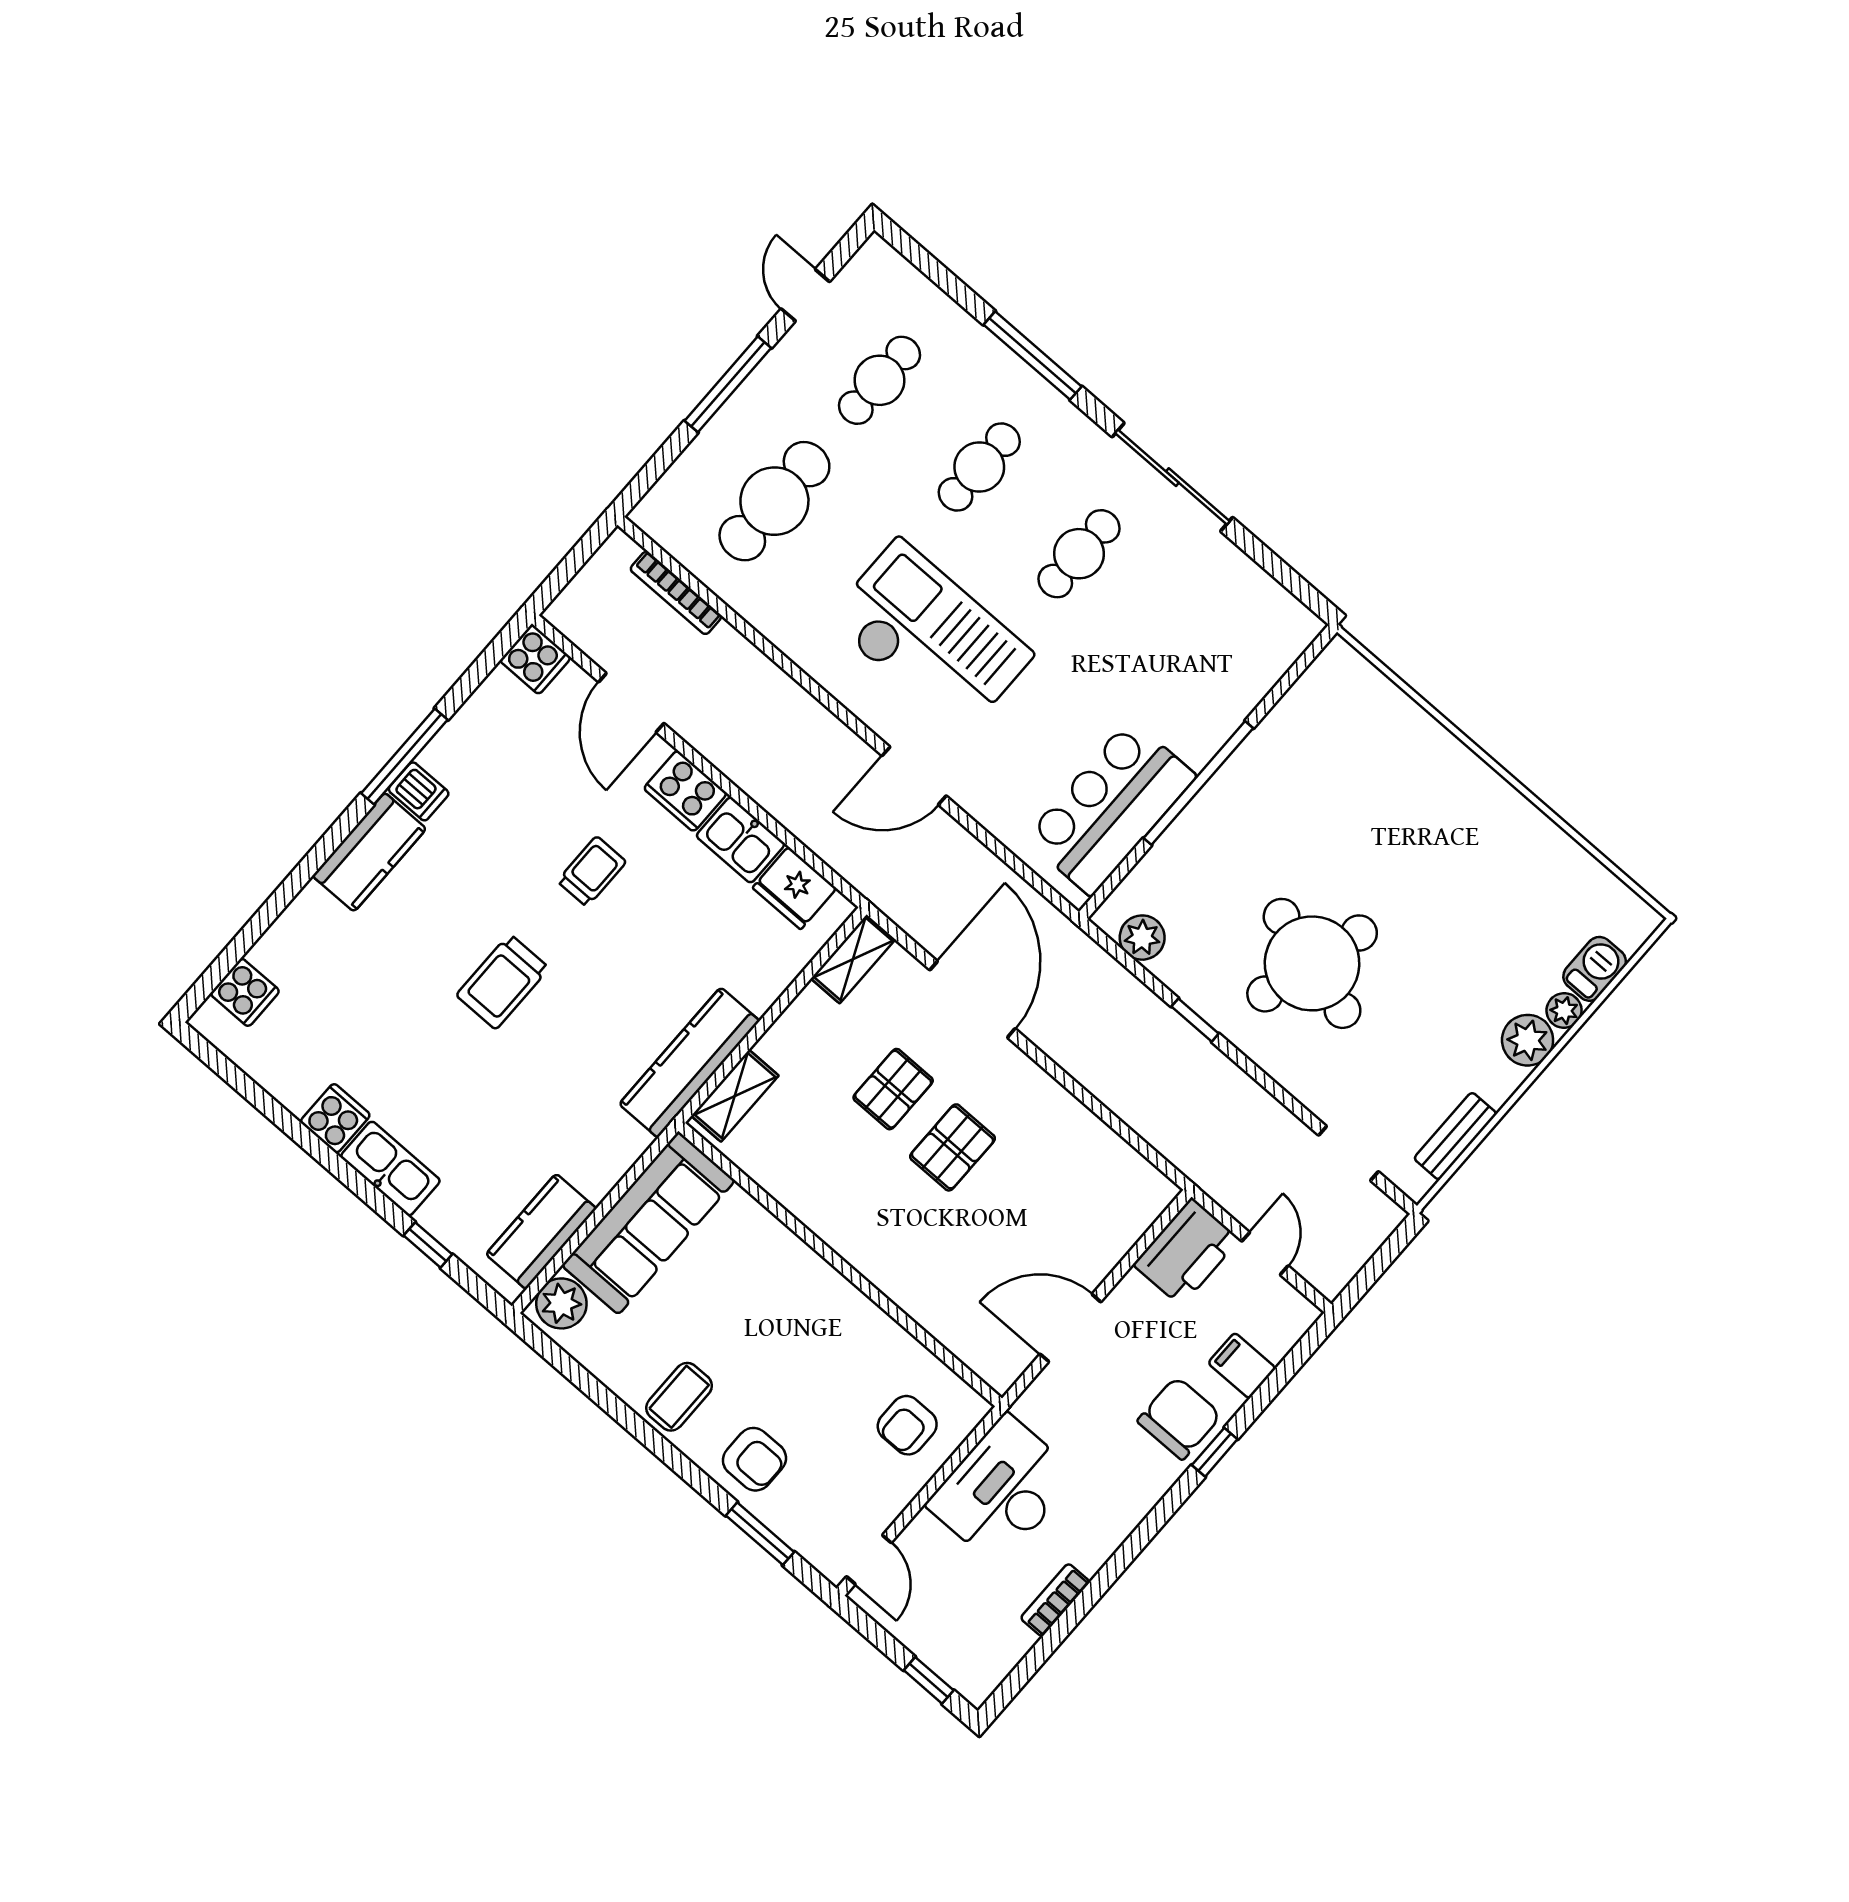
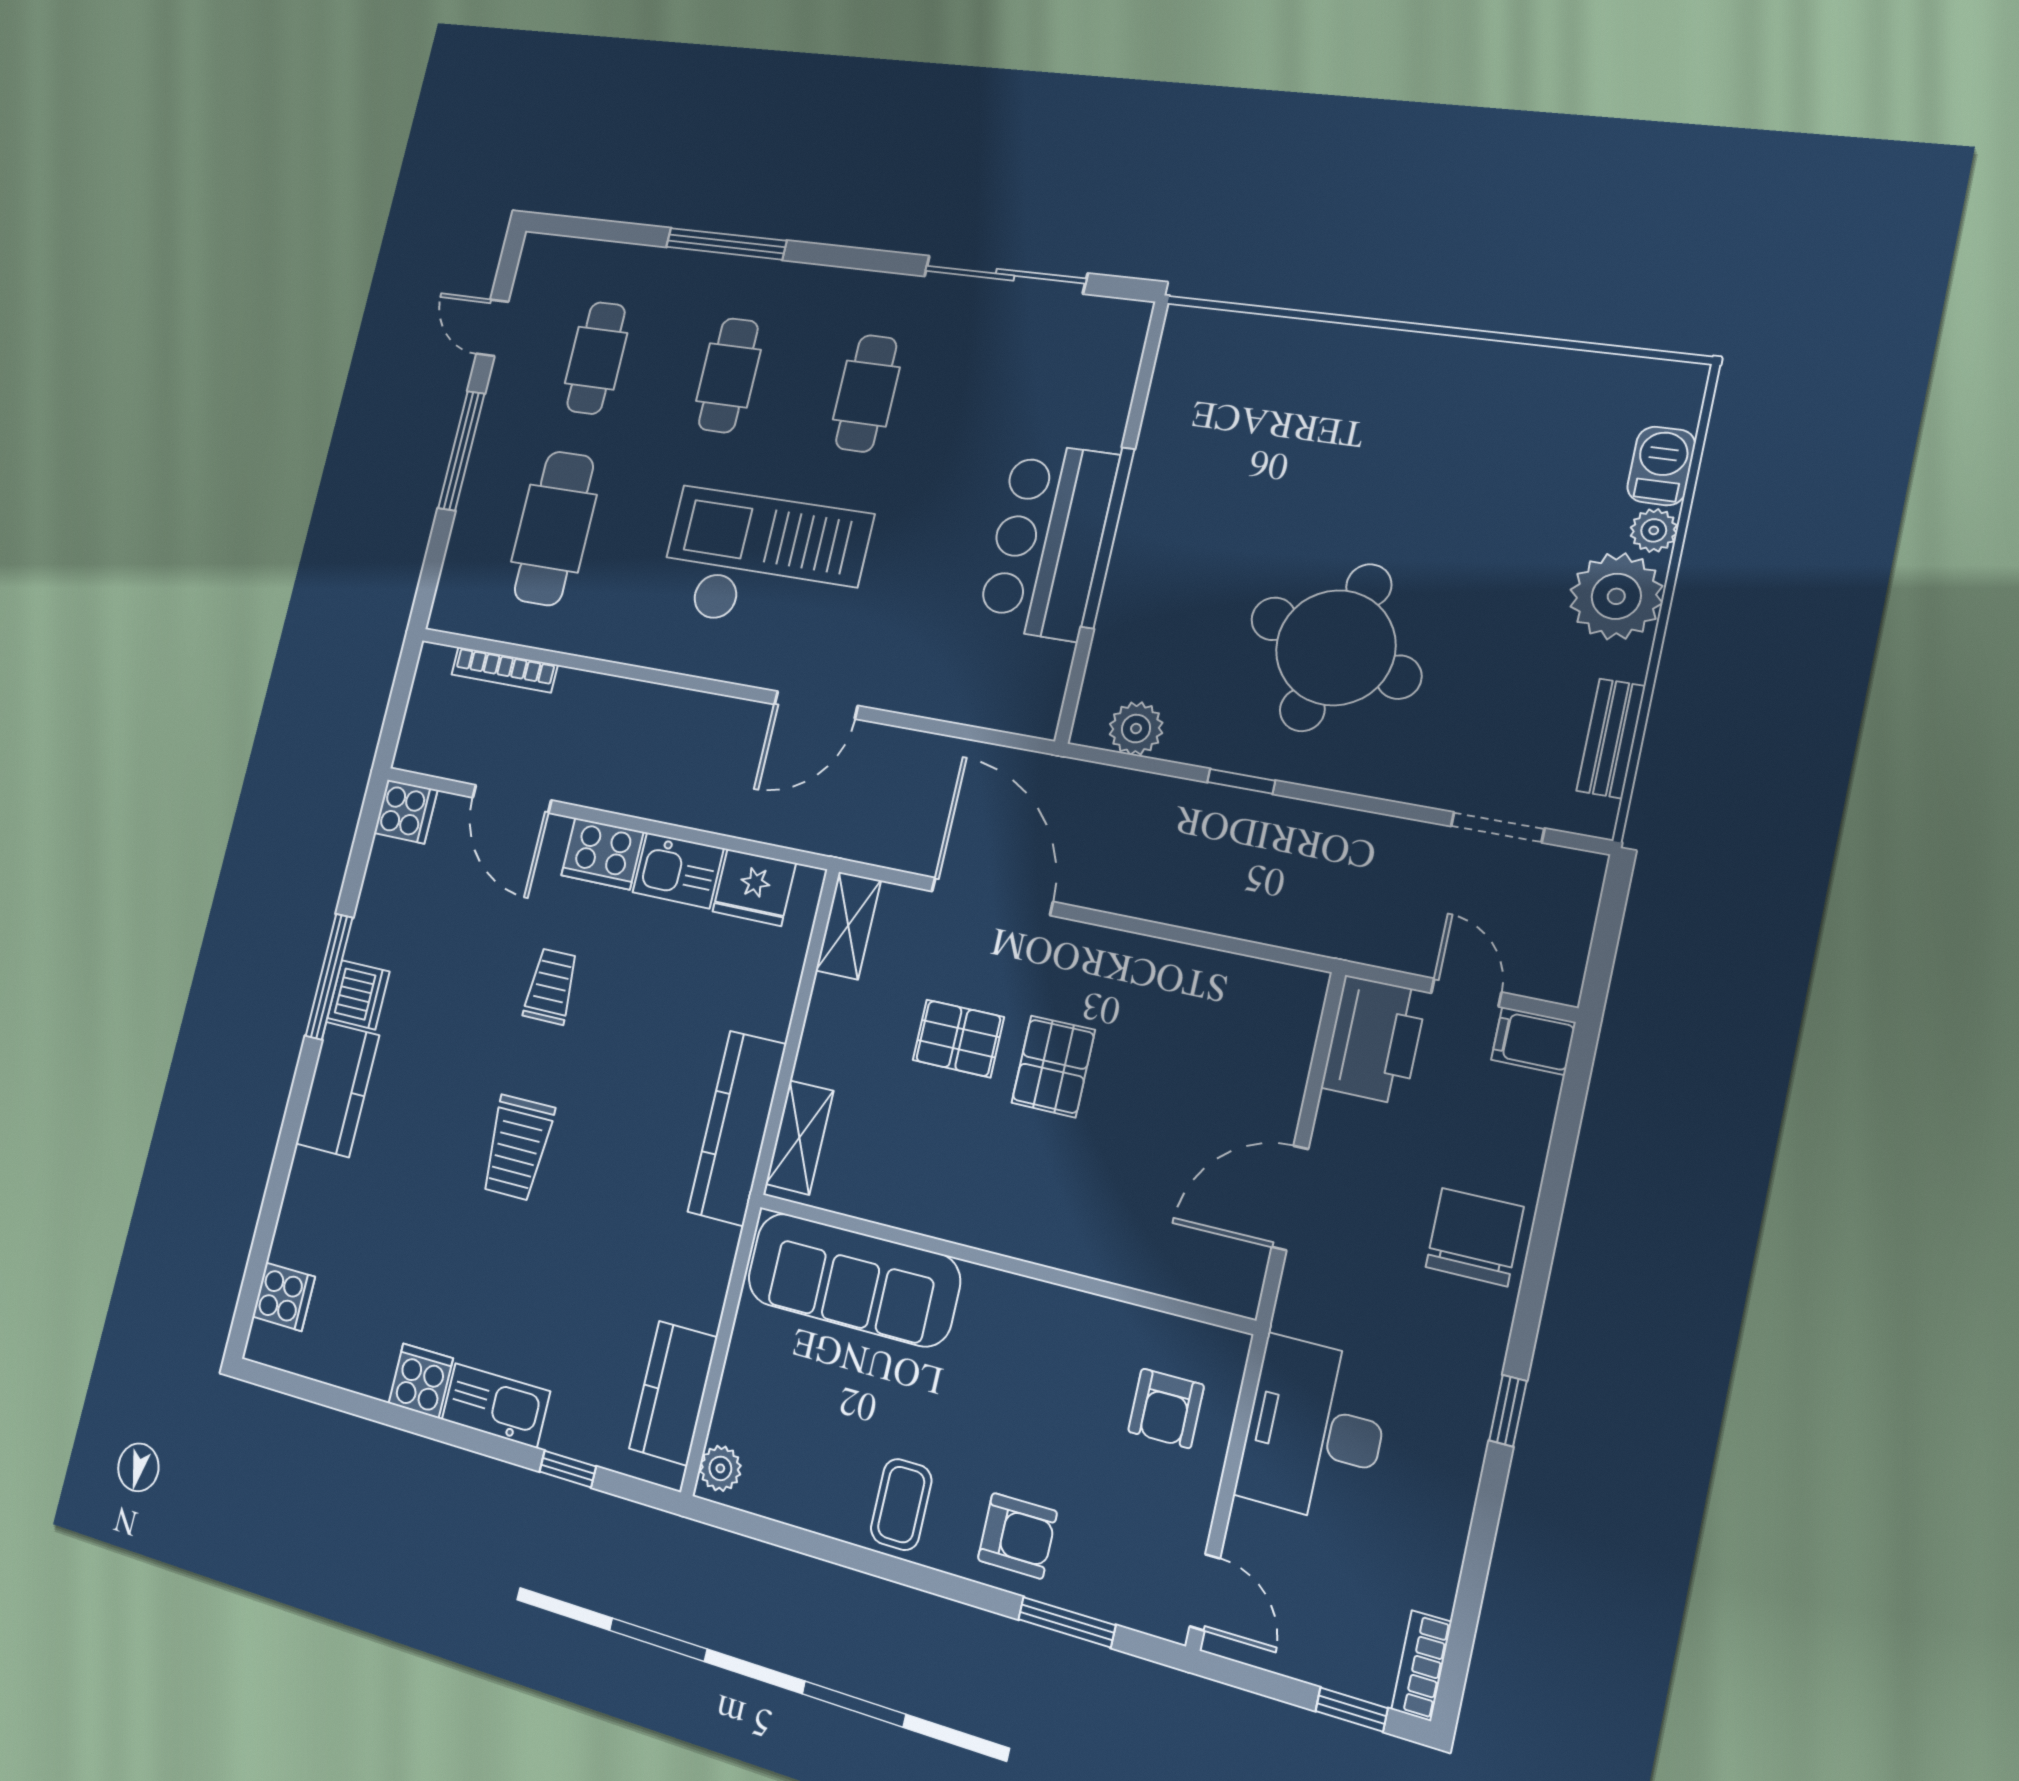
sliding door: (1172, 477) -> (1005, 275), moved
dishwasher: (419, 791) -> (358, 995), width x1.38
bar counter: (1110, 807) -> (1048, 541), moved
plant: (1528, 1040) -> (1616, 596), width x1.36, depth x1.36
pallet: (893, 1089) -> (958, 1039), turned 90
sofa: (648, 1223) -> (853, 1279), moved, turned 90
plant: (561, 1303) -> (720, 1468), width x0.73, depth x0.73
filing cabinet: (1242, 1366) -> (1533, 1041), moved
window: (1215, 1452) -> (1508, 1411), moved
bookcase: (1055, 1600) -> (1422, 1666), moved

